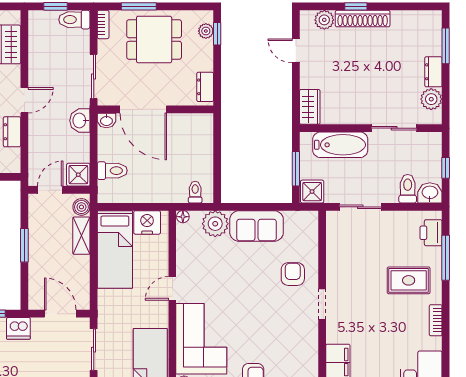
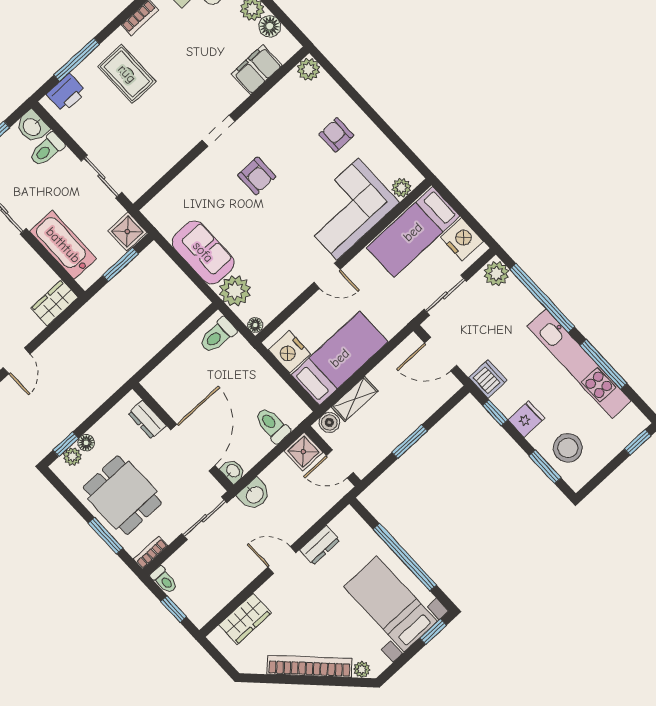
toilet: (74, 20) -> (164, 580), width x0.73, depth x0.72
floor lamp: (207, 47) -> (86, 443), added
dresser: (205, 87) -> (147, 419), moved, turned 90
toilet: (195, 192) -> (218, 336), width x1.37, depth x1.39
armchair: (293, 274) -> (257, 176), moved, turned -90
door: (60, 314) -> (441, 354), hinge flipped

